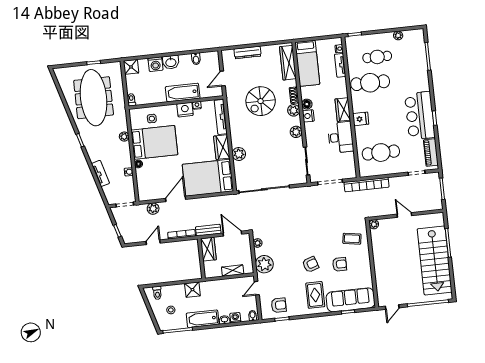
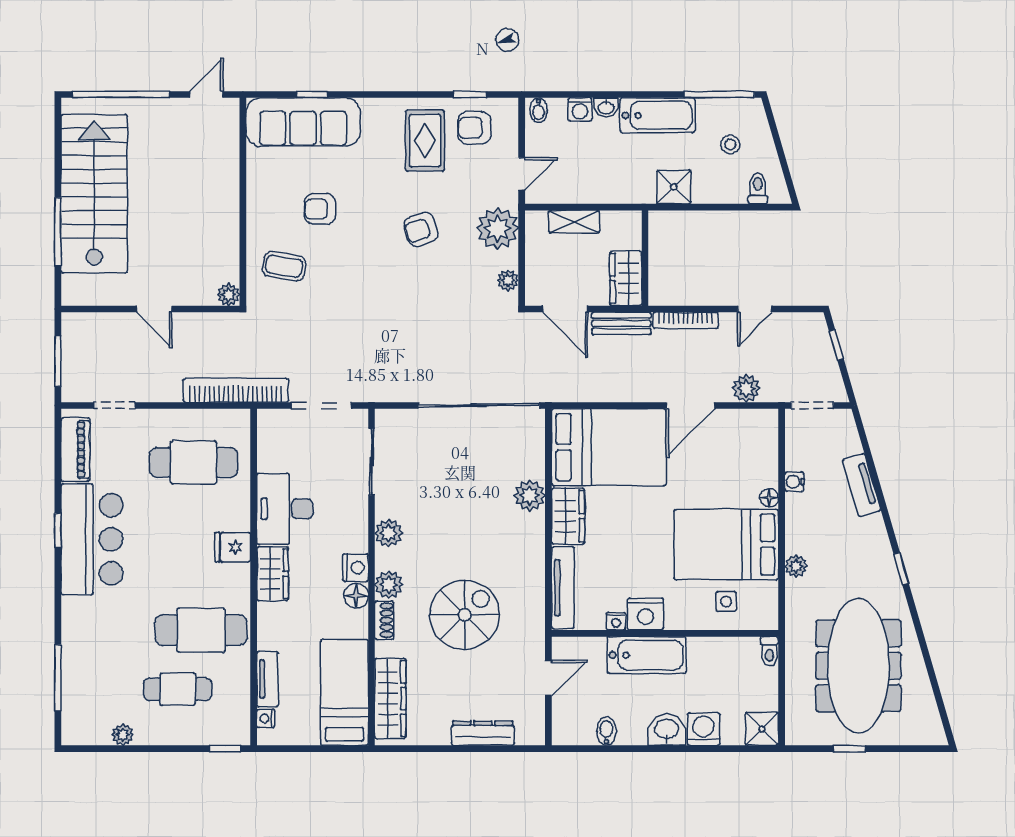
armchair: (311, 264) -> (421, 230), moved
rug: (315, 295) -> (425, 141), moved

